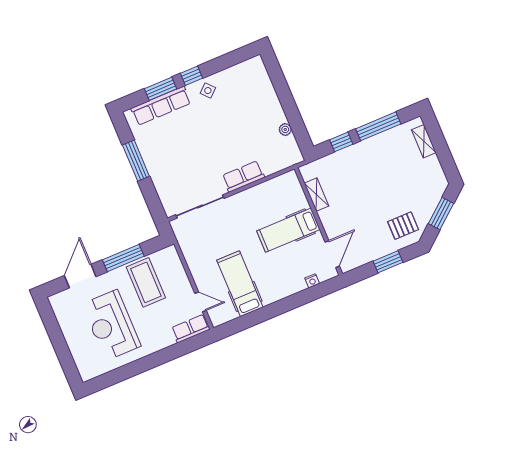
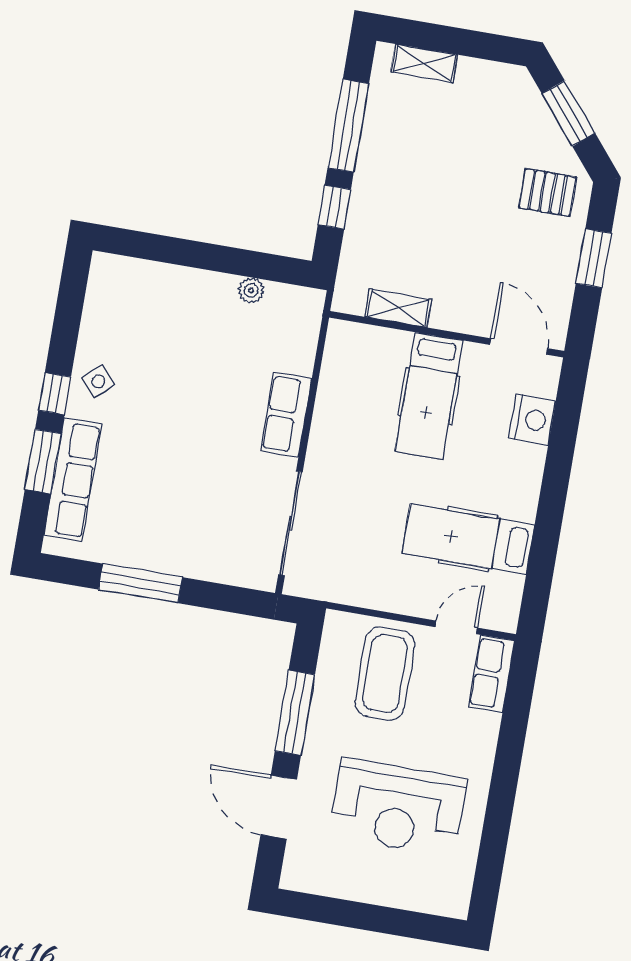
pallet: (403, 226) -> (548, 192), turned 90
nightstand: (312, 281) -> (532, 420), width x1.89, depth x1.79
coffee table: (146, 282) -> (385, 674), moved, turned 90

